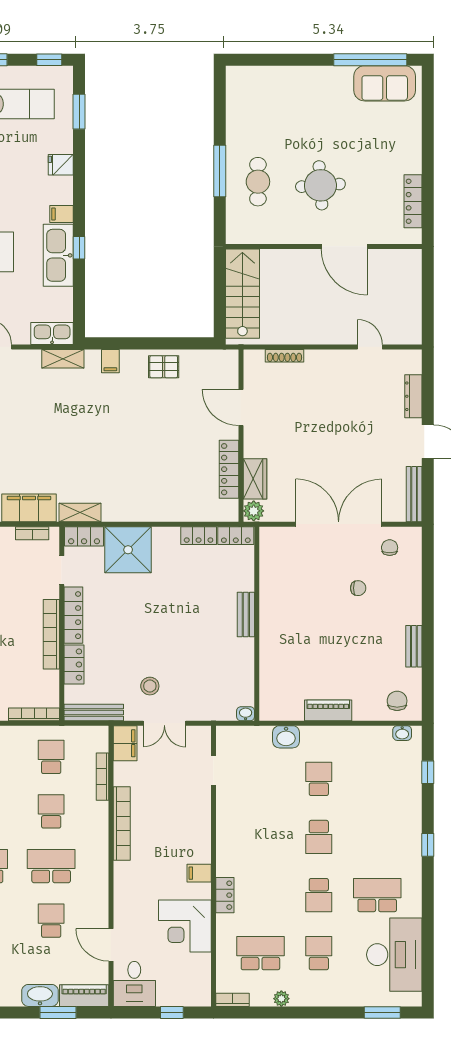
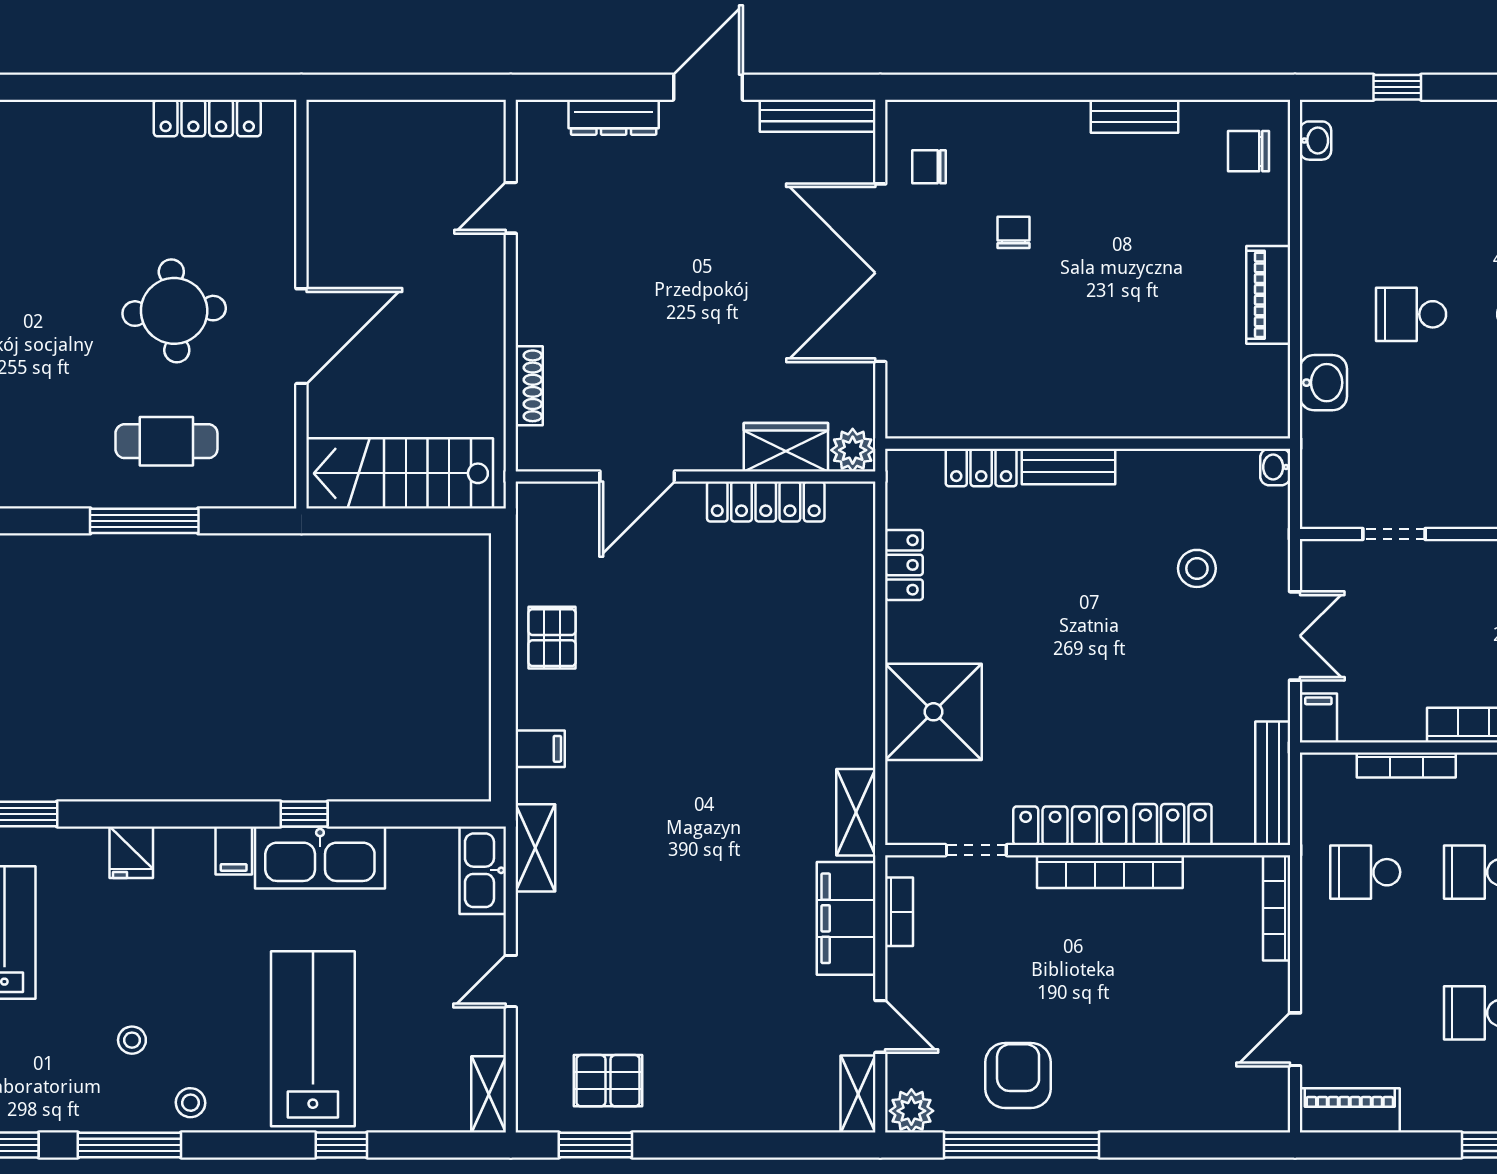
door: (344, 246) -> (301, 336), moved
locker: (84, 536) -> (906, 804), removed
locker: (236, 536) -> (981, 467), moved, turned 90
stool: (150, 686) -> (1197, 568), moved
filing cabinet: (125, 743) -> (1318, 718), width x0.50

